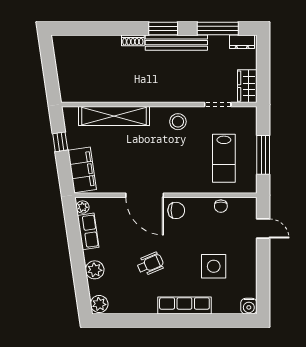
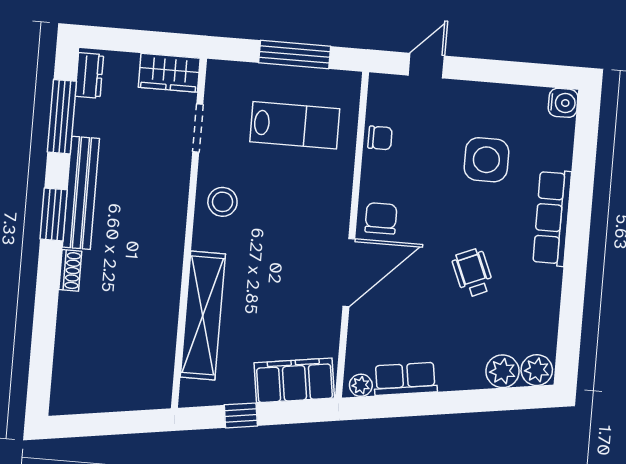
plant: (95, 270) -> (502, 371), moved

